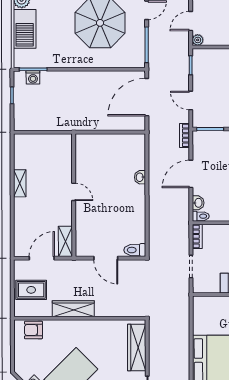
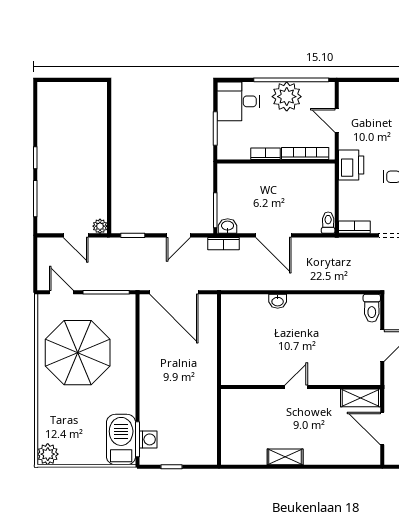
barbecue: (25, 29) -> (121, 440), moved, turned -90
washbasin: (198, 203) -> (228, 226), moved

